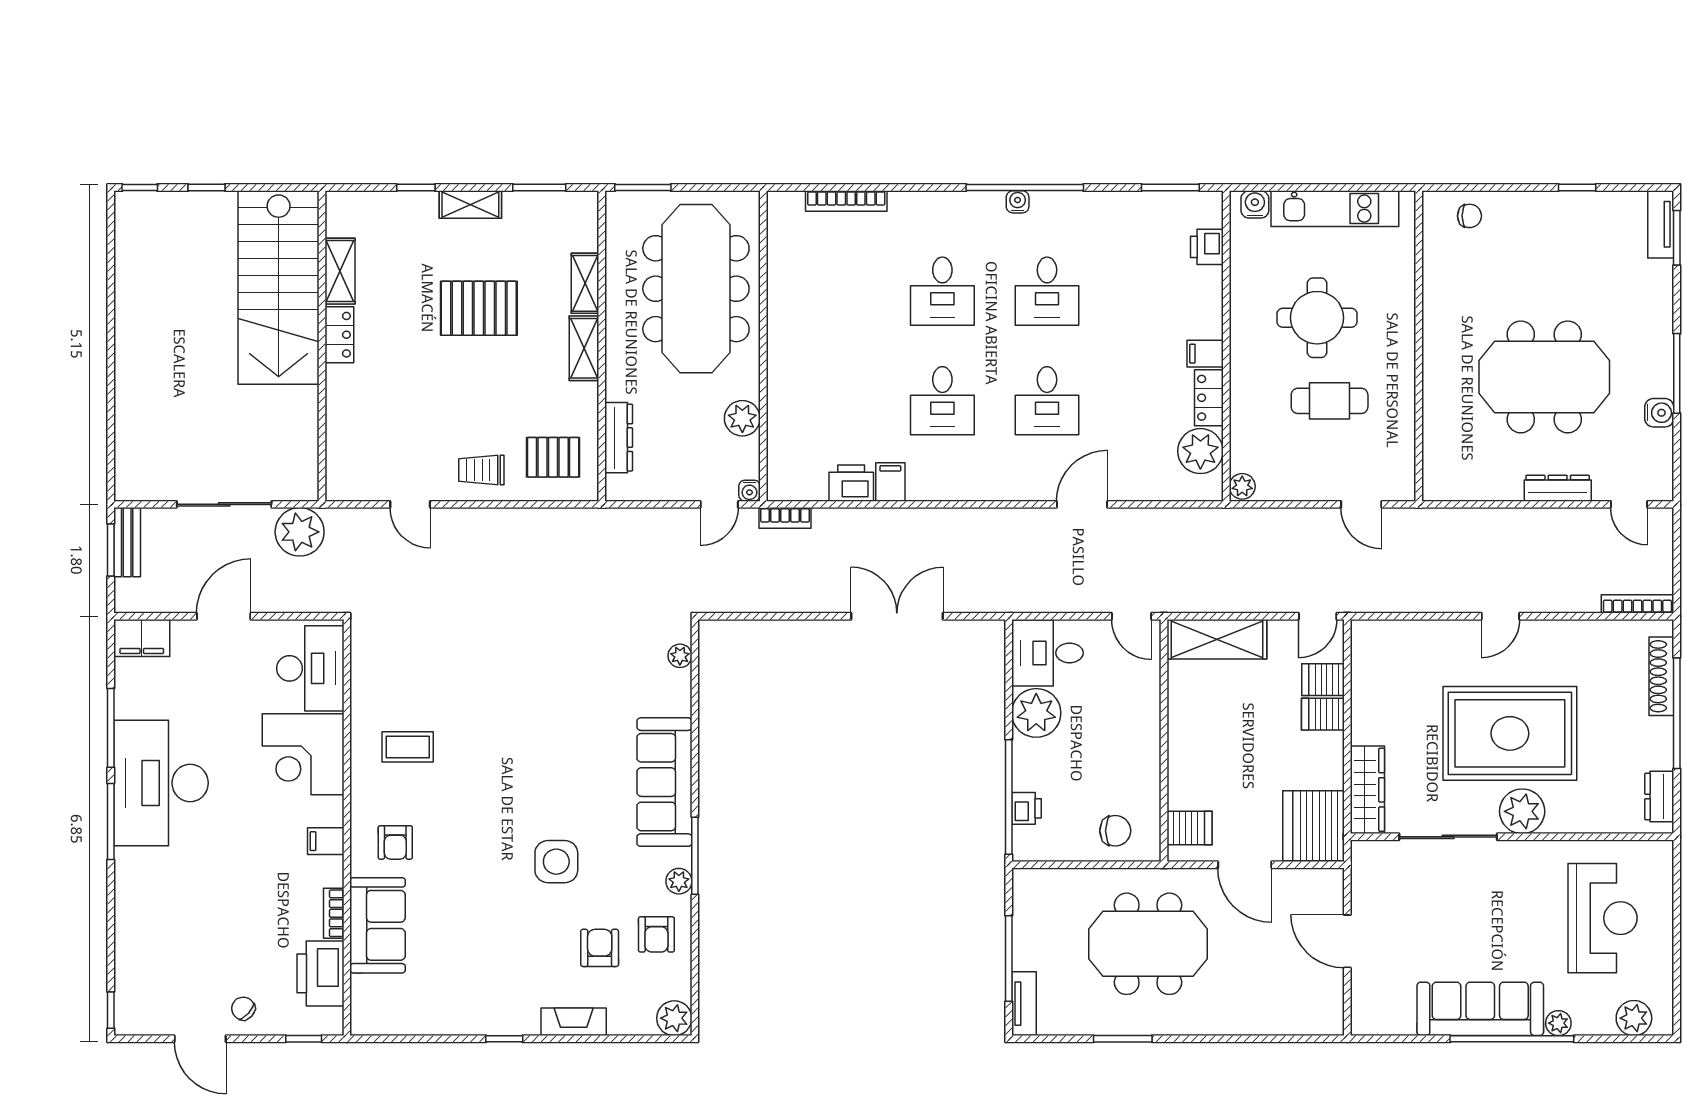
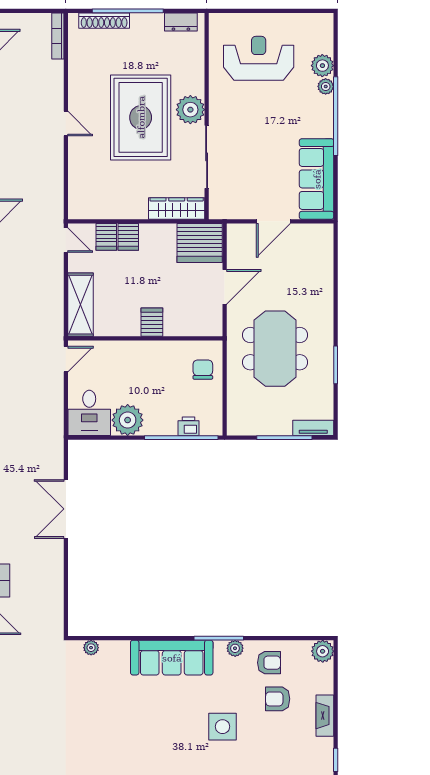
server rack: (1189, 828) -> (152, 322), moved
sofa: (1480, 1009) -> (317, 179), moved
plant: (1634, 1018) -> (322, 66), moved

